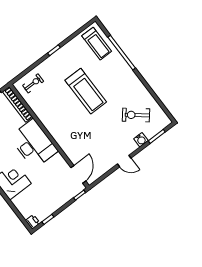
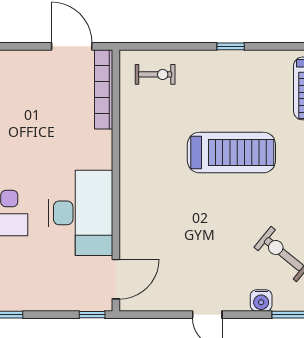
treadmill: (86, 91) -> (231, 153), turned -90
desk: (34, 144) -> (81, 213), moved

